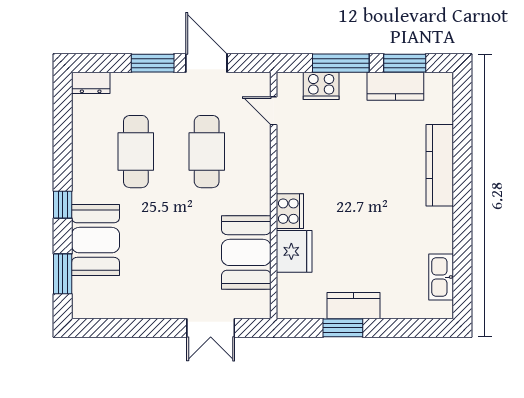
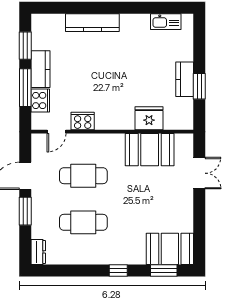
kitchen counter: (395, 86) -> (41, 69), moved
cooker: (290, 211) -> (83, 121), moved
booth: (95, 240) -> (170, 249), moved

